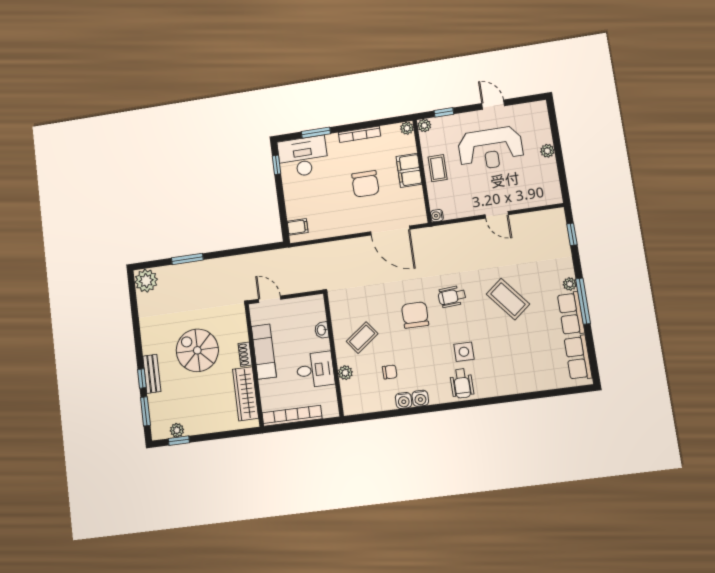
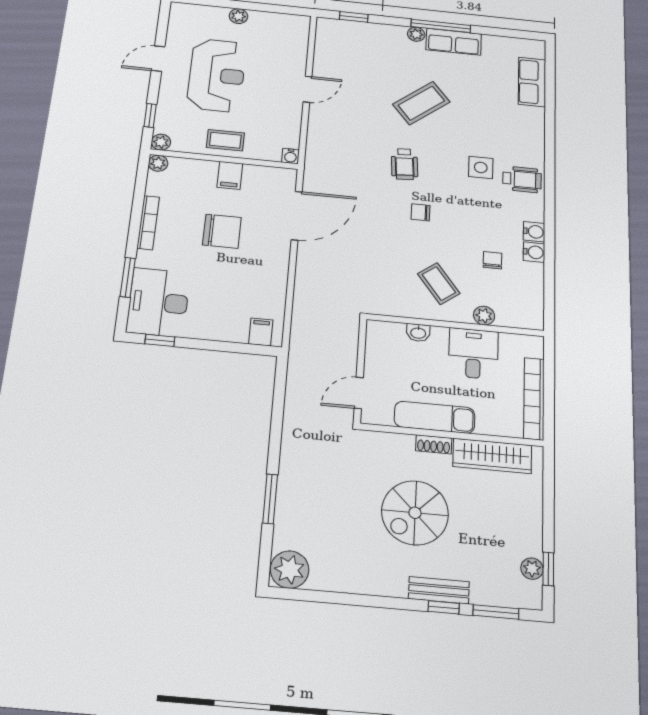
filing cabinet: (409, 170) -> (230, 175), width x0.50
chair: (415, 315) -> (421, 212), width x0.54, depth x0.54
row of seats: (578, 358) -> (532, 82), moved, turned 90

